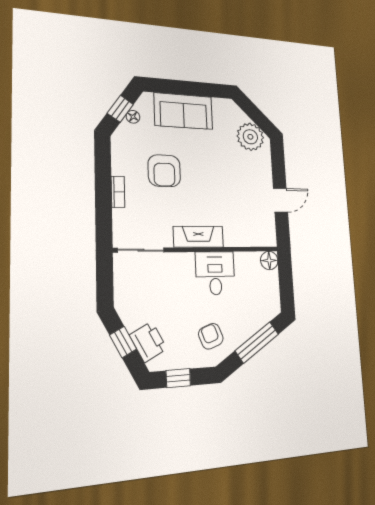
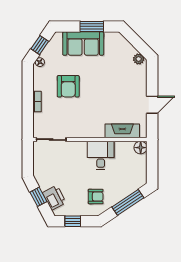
window: (194, 89) -> (92, 26), added
floor lamp: (133, 117) -> (40, 62), moved
plant: (250, 137) -> (139, 59), width x0.53, depth x0.53
fireplace: (198, 237) -> (122, 131), moved
armchair: (211, 336) -> (96, 197), turned 111

